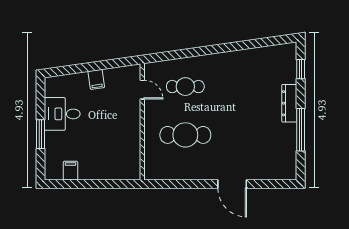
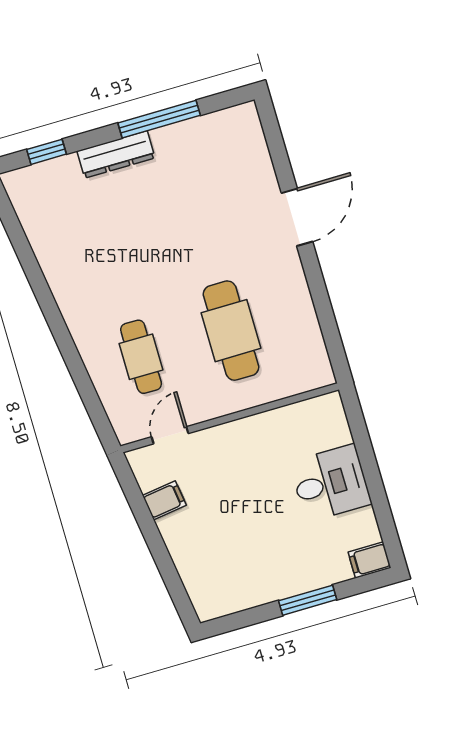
filing cabinet: (96, 79) -> (164, 500), moved
desk: (62, 114) -> (330, 483), moved, turned -90
filing cabinet: (70, 171) -> (370, 560), moved

